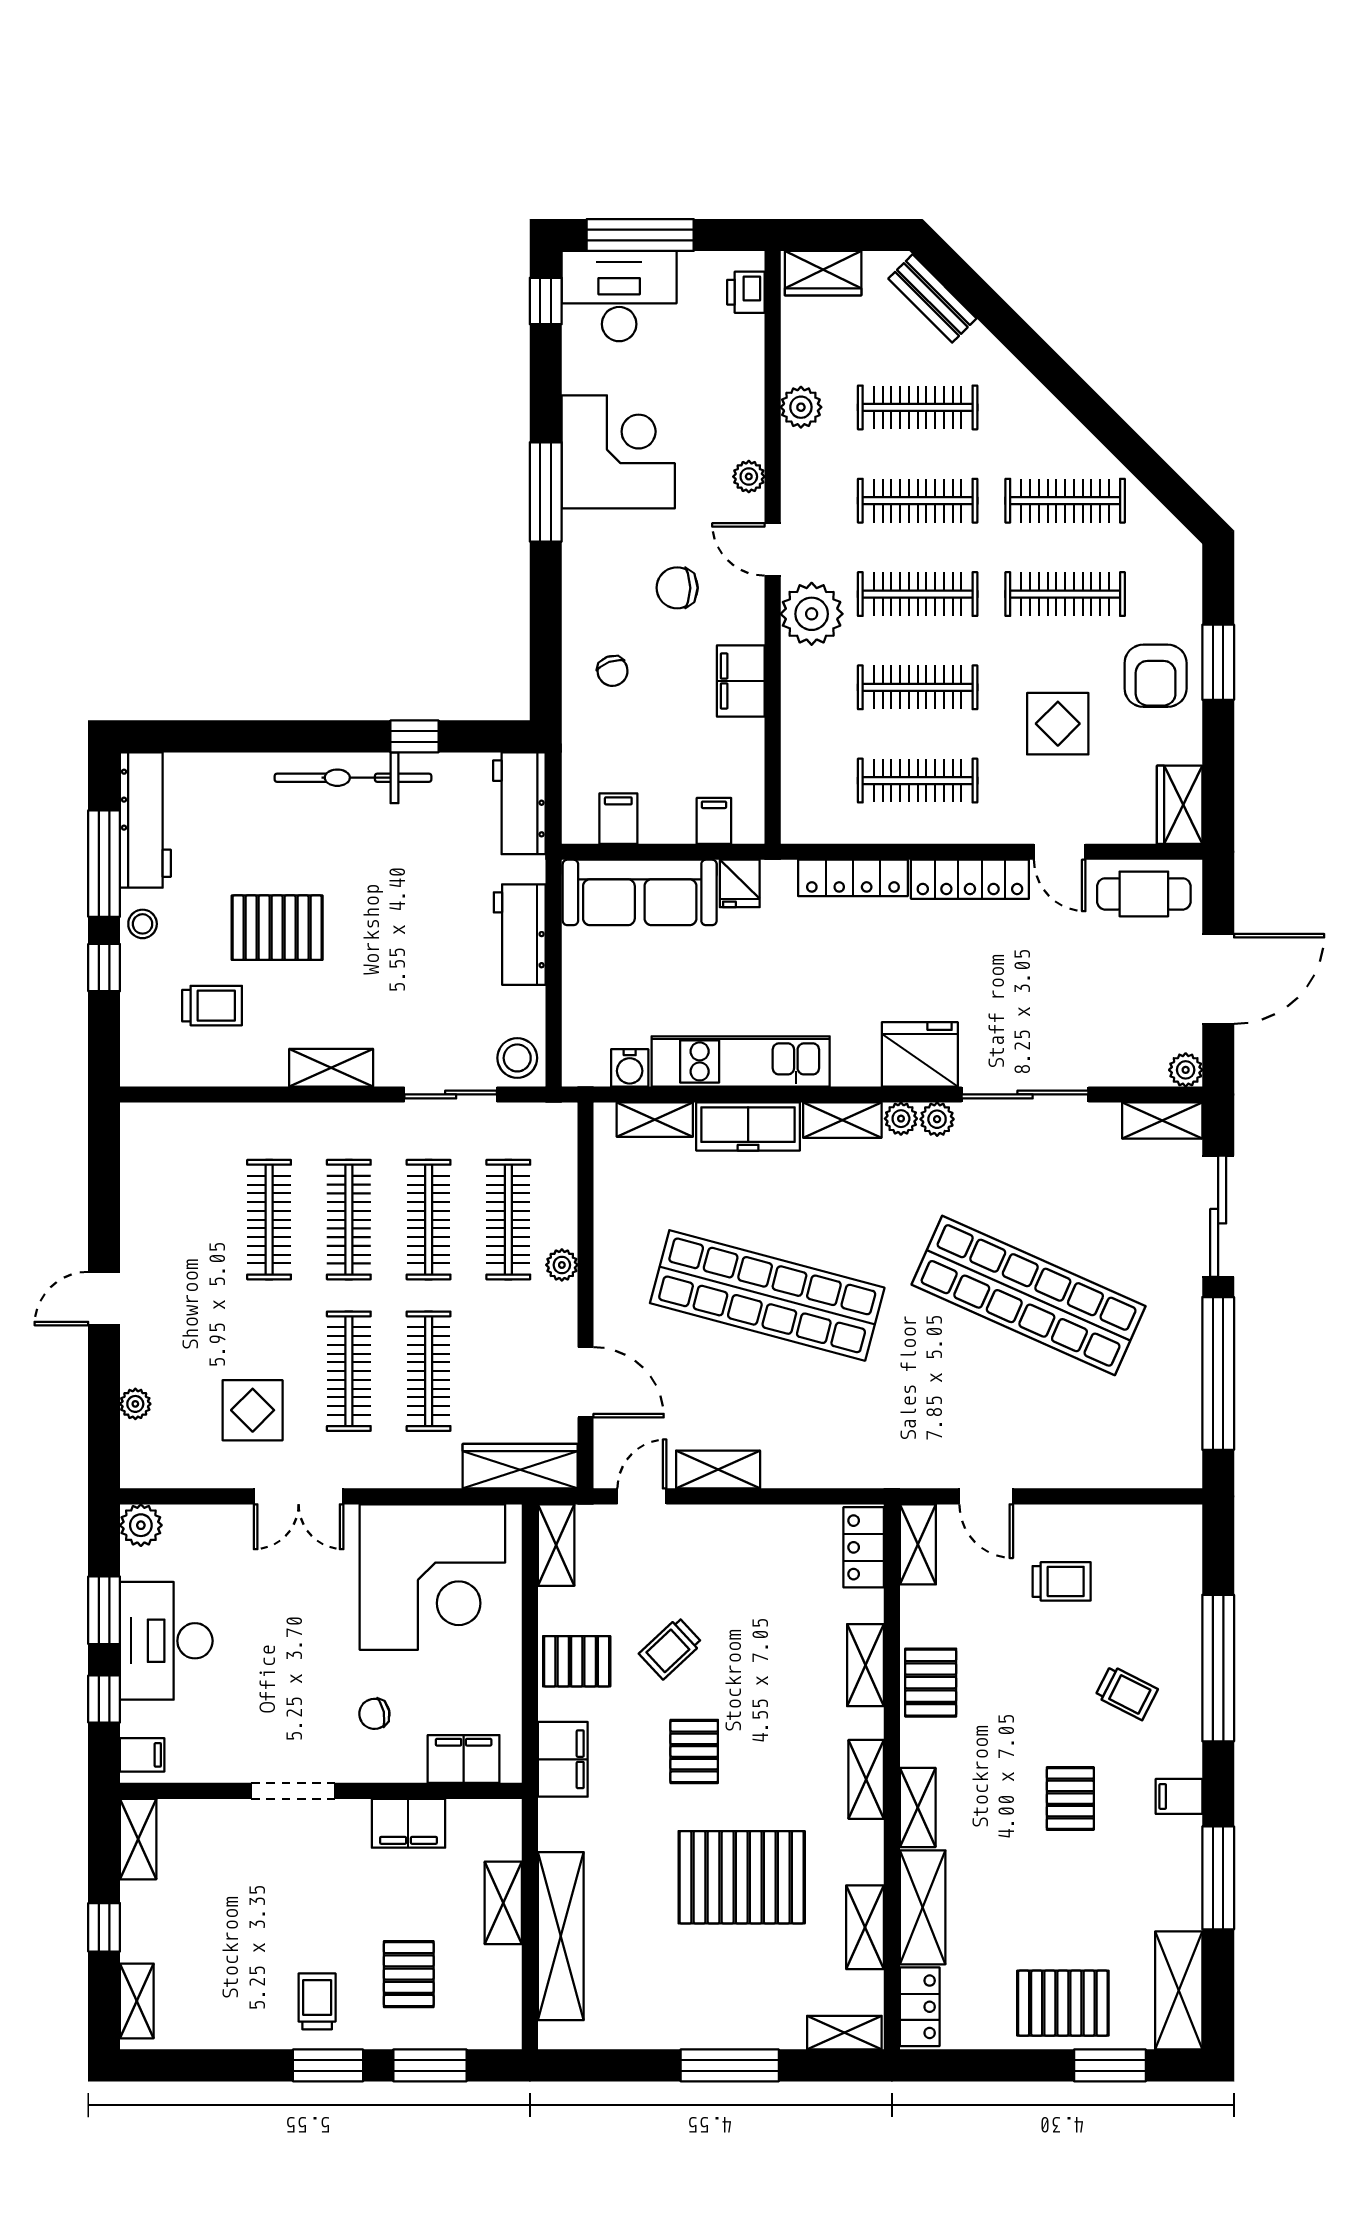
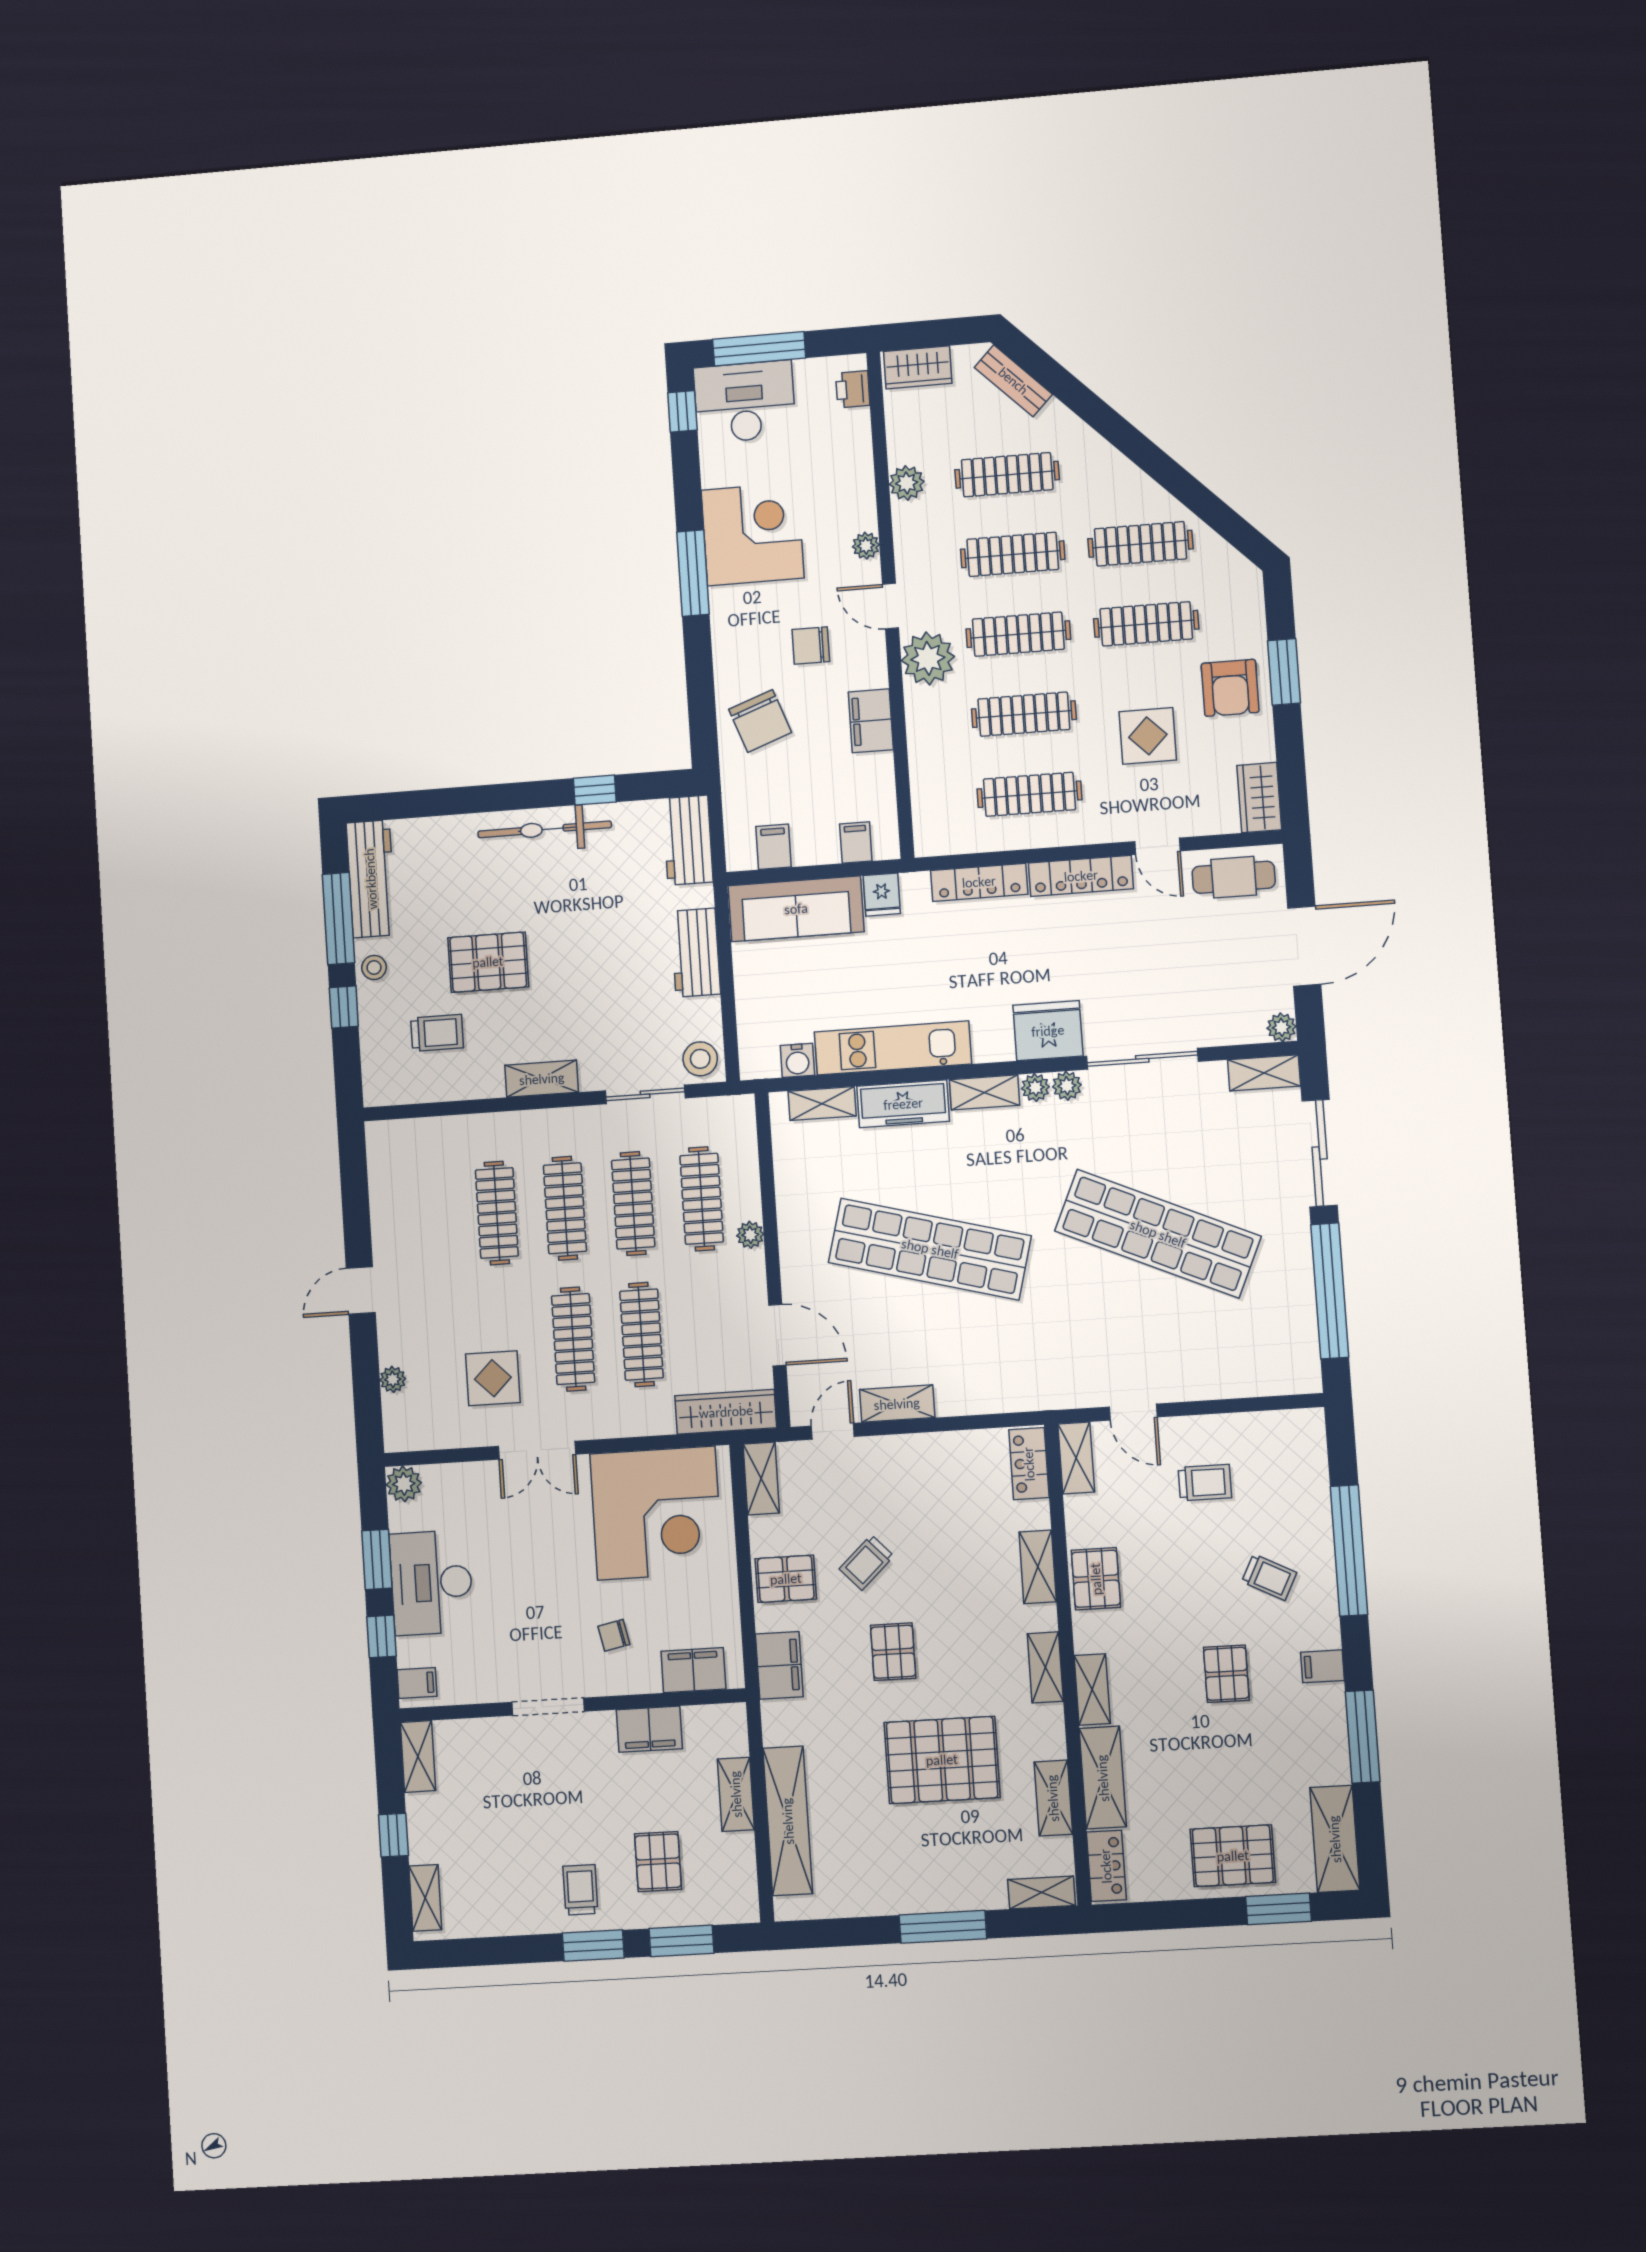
chair: (613, 671) -> (760, 721), width x1.87, depth x1.87

